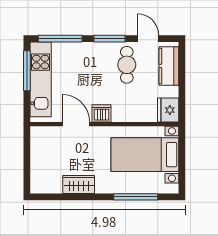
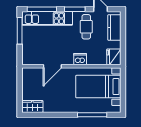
kitchen unit: (41, 79) -> (47, 18), moved, turned 90
dishwasher: (102, 113) -> (80, 59), moved
door: (76, 124) -> (52, 66), swing flipped
wardrobe: (79, 184) -> (32, 106), moved

